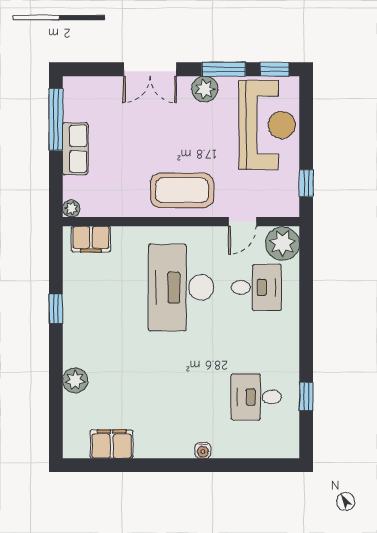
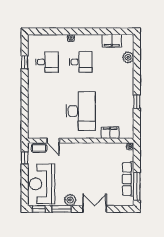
row of seats: (75, 149) -> (128, 179), width x1.48
coffee table: (182, 190) -> (39, 148), moved, width x0.54, depth x0.58
door: (242, 222) -> (53, 141), swing flipped
filing cabinet: (91, 239) -> (110, 133), moved
plant: (282, 243) -> (35, 131), removed
desk: (256, 288) -> (81, 62), moved, turned 180
plant: (75, 380) -> (128, 57), moved

